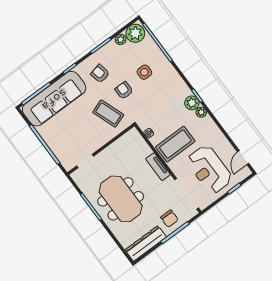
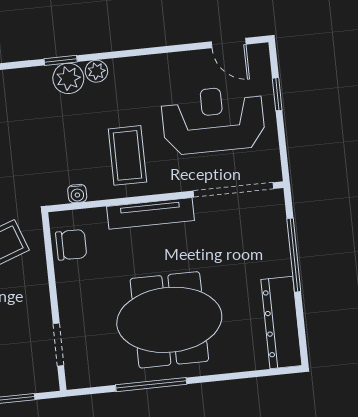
coffee table: (175, 144) -> (127, 155), width x0.73, depth x0.76
tv unit: (158, 167) -> (151, 213), width x1.41
reception desk: (209, 169) -> (213, 120), turned 180
chair: (169, 219) -> (71, 245), moved

